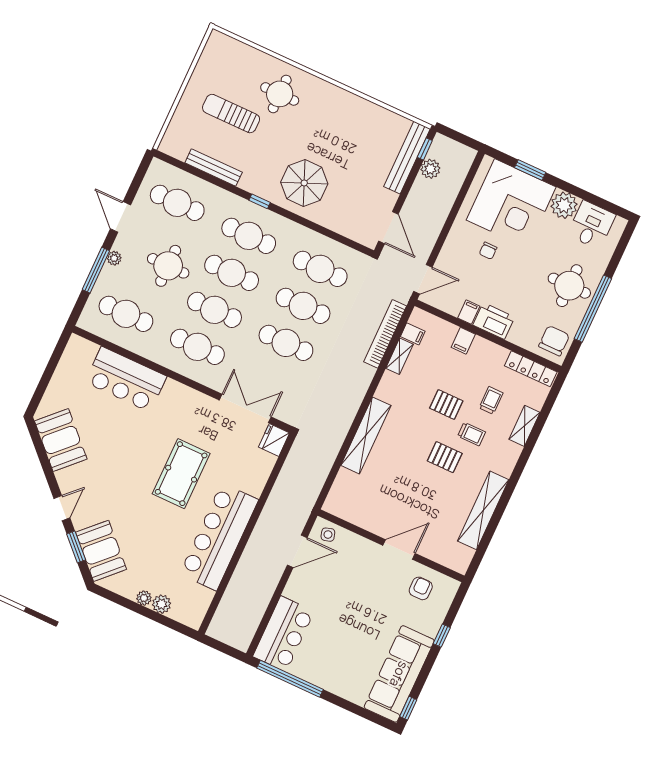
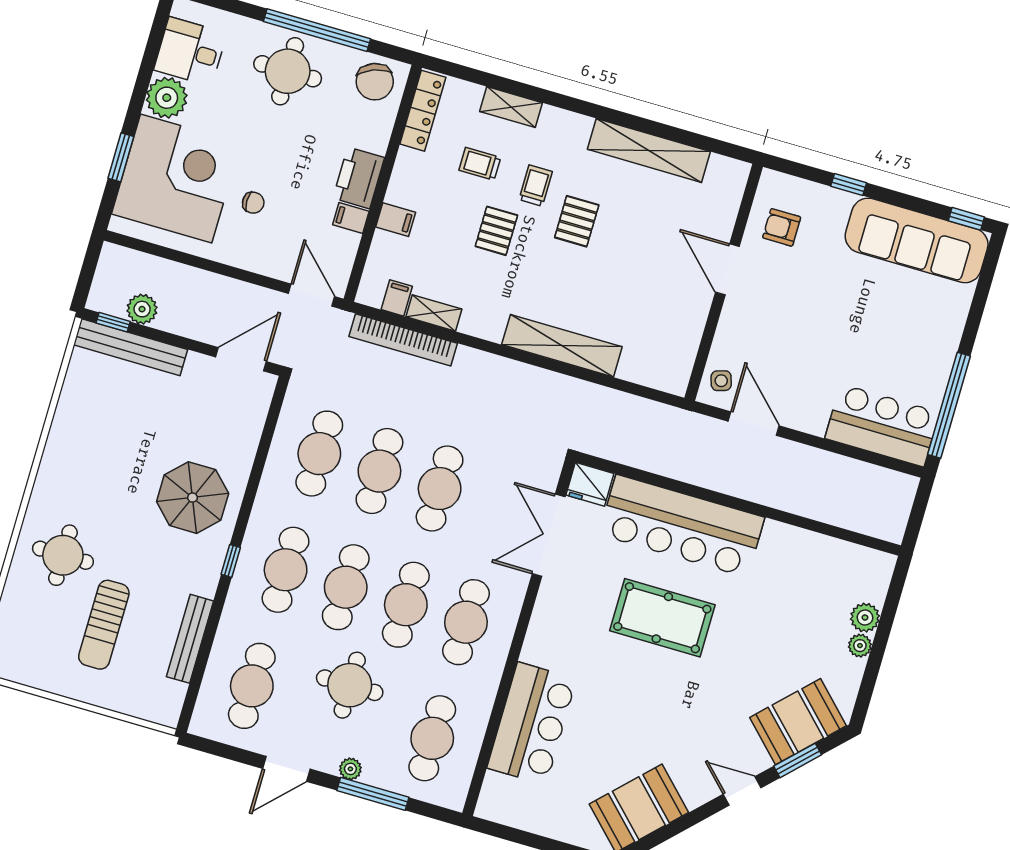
chair: (554, 341) -> (375, 82), turned -111
bar counter: (219, 537) -> (682, 526), moved

